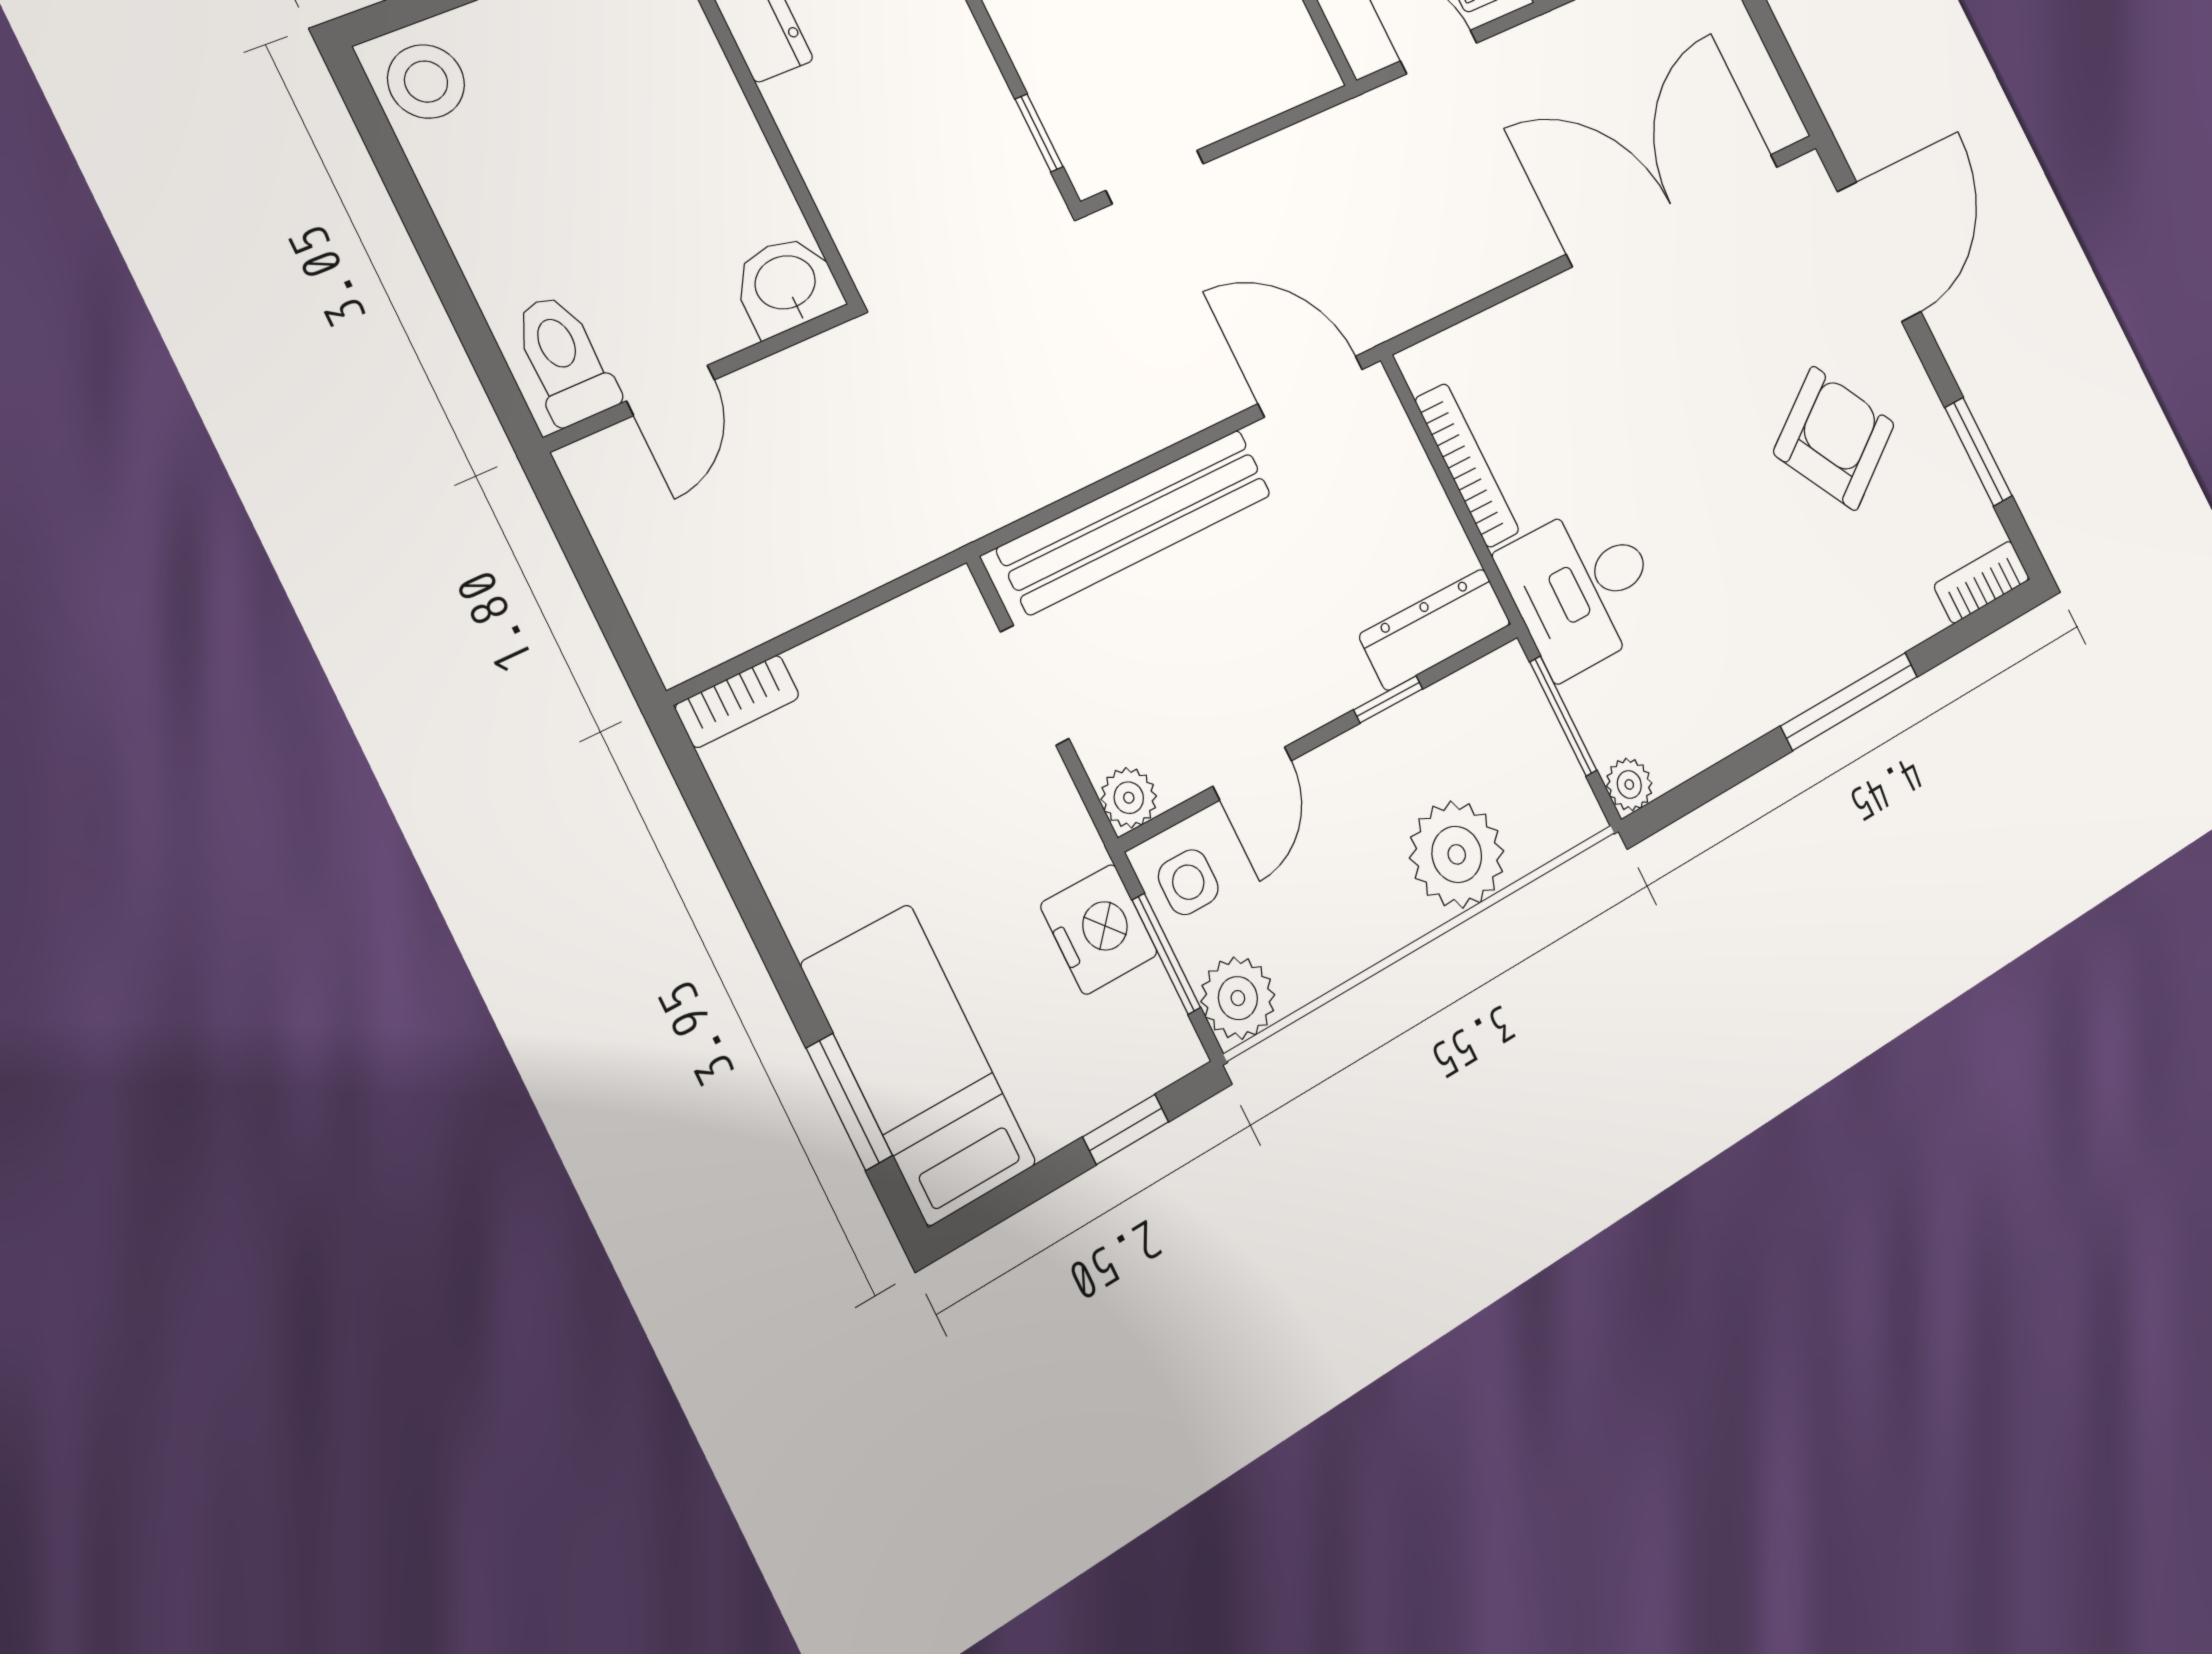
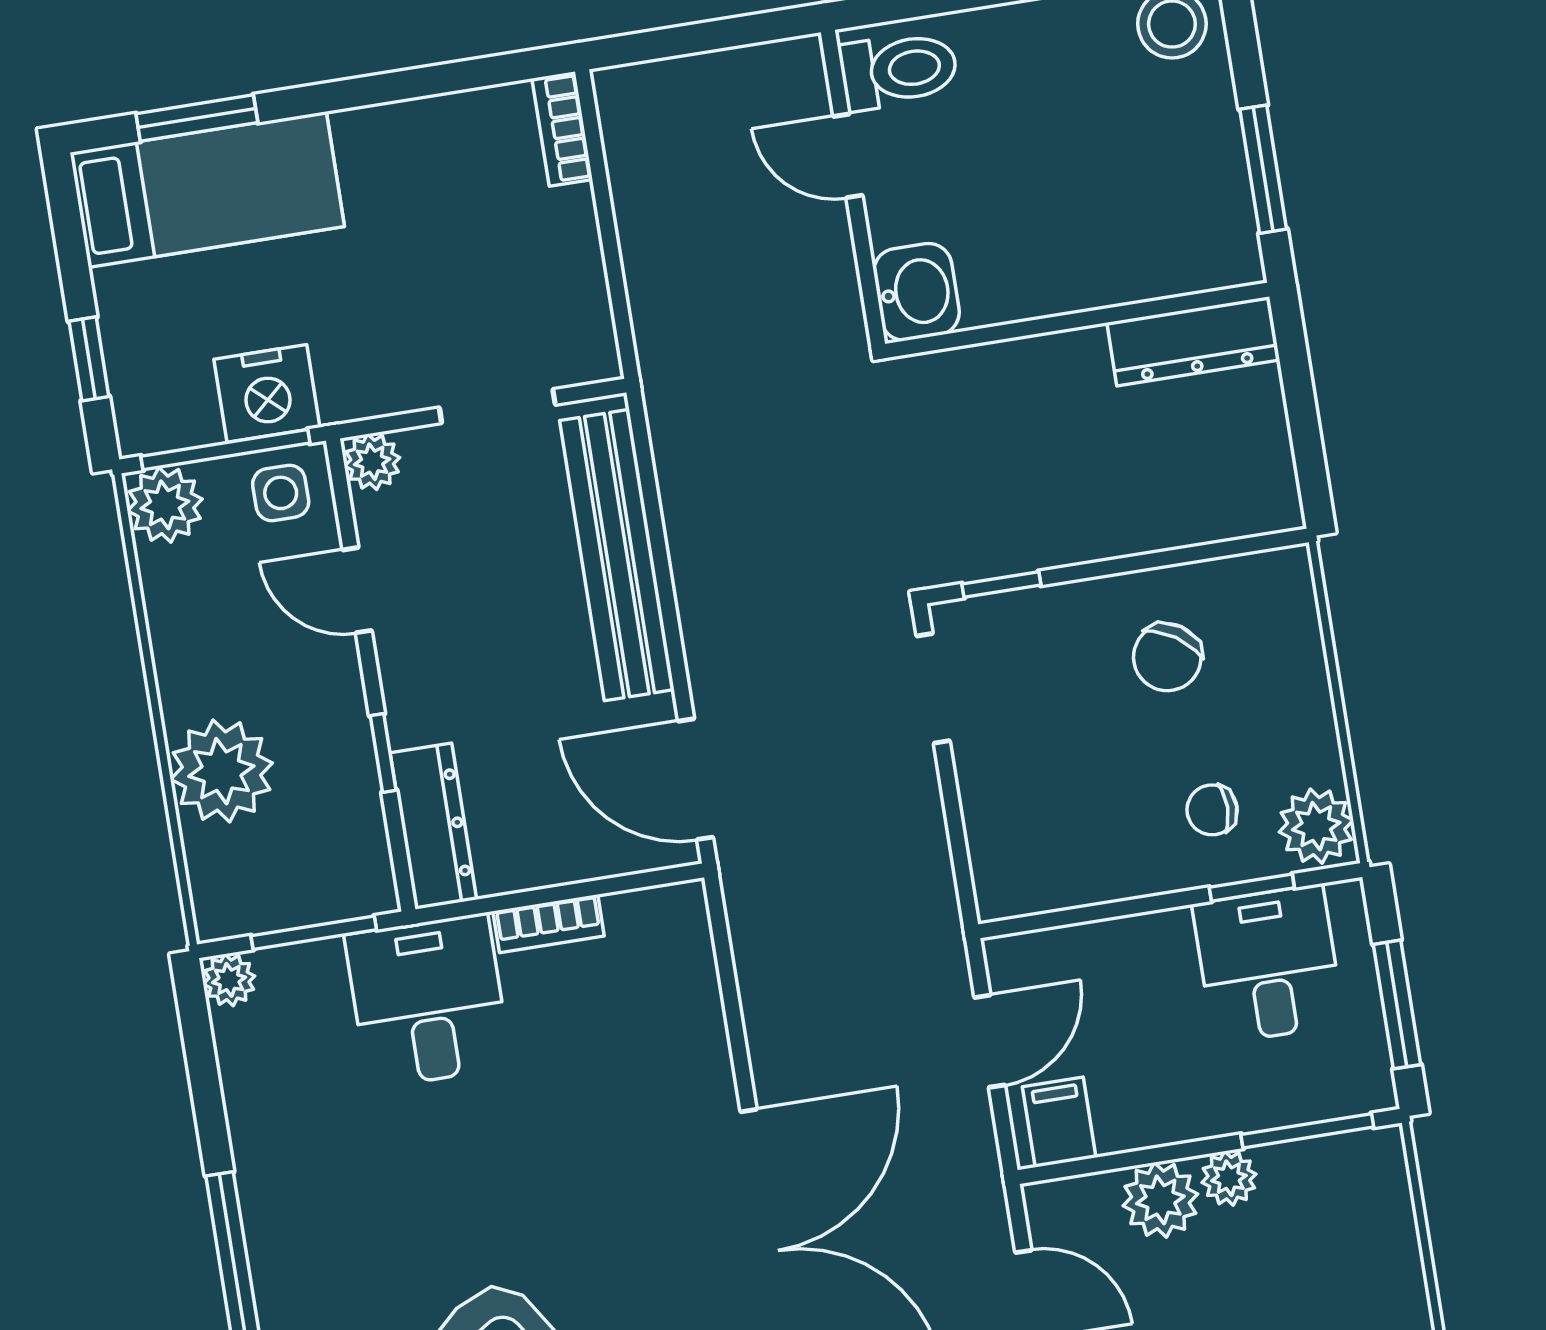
door: (1310, 386) -> (696, 779), swing flipped
bookcase: (1467, 465) -> (549, 924), width x0.64
window: (1166, 954) -> (225, 450), width x1.44

